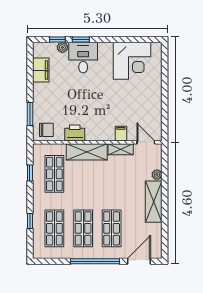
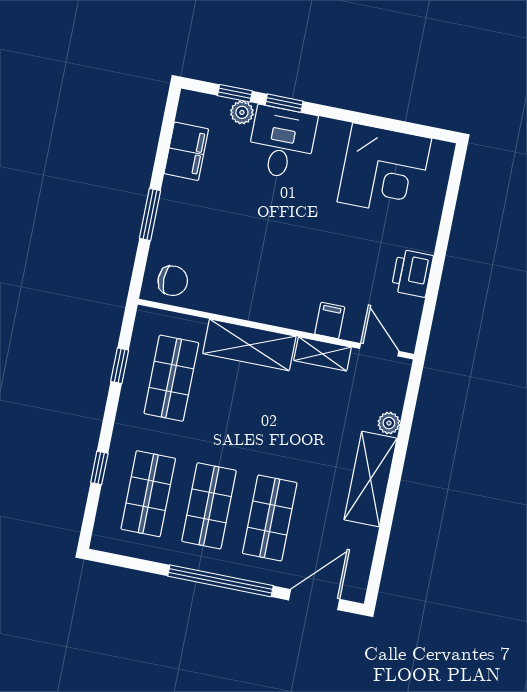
window: (30, 114) -> (150, 214), moved
printer: (75, 133) -> (412, 273), moved, turned -90

